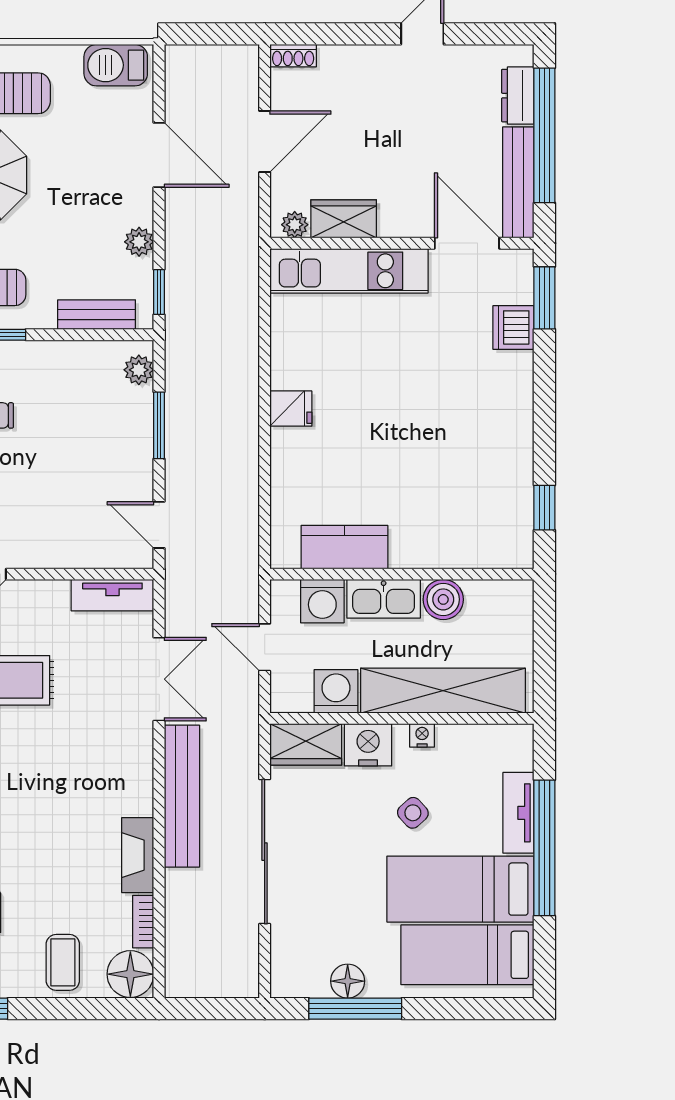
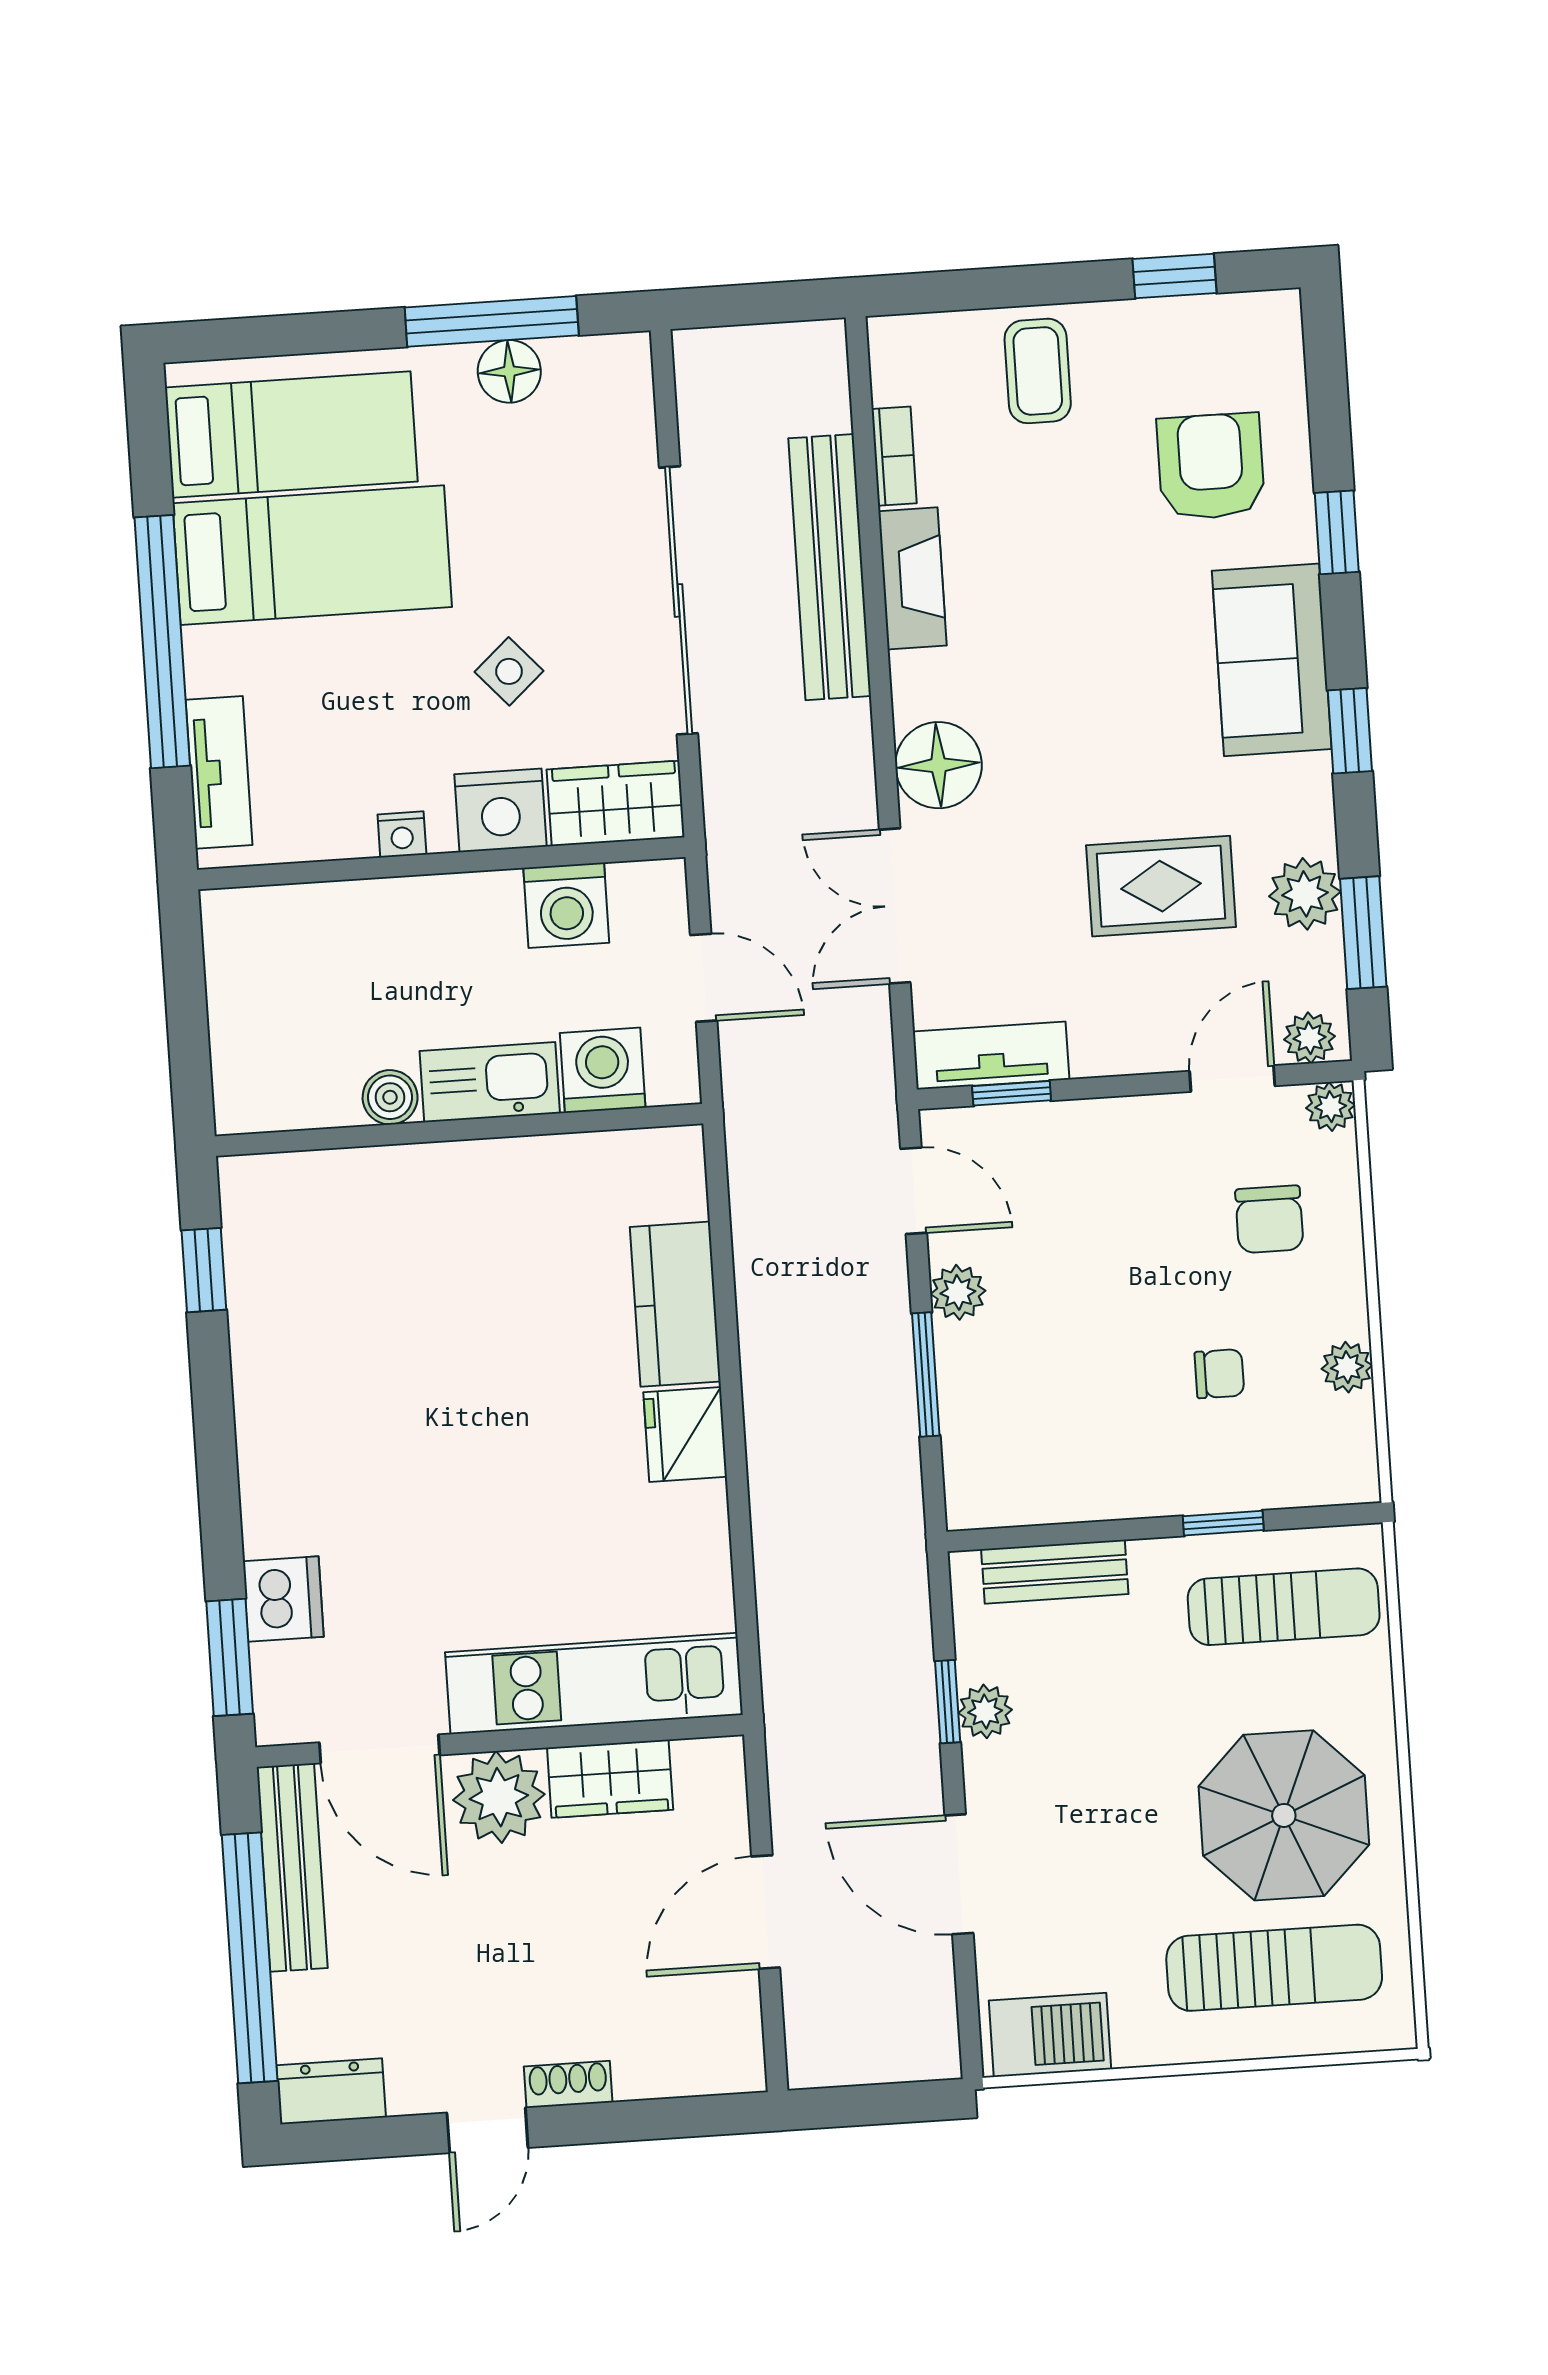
shoe rack: (293, 56) -> (568, 2084), moved
dresser: (518, 96) -> (331, 2091), moved, turned -90
plant: (295, 225) -> (499, 1797), moved, width x1.88, depth x1.88
window: (159, 292) -> (948, 1702), moved
plant: (139, 370) -> (958, 1292), moved
fridge: (291, 409) -> (685, 1434), width x1.38
kitchen counter: (344, 547) -> (675, 1304), moved, turned 90
window: (103, 574) -> (1012, 1093), added
boiler: (443, 599) -> (390, 1097), width x0.73, depth x0.73
shelving: (443, 691) -> (369, 920), removed
bench: (182, 796) -> (830, 567), moved
side table: (413, 813) -> (509, 671), moved
tv unit: (518, 813) -> (219, 772), moved
floor lamp: (130, 974) -> (938, 765), moved

